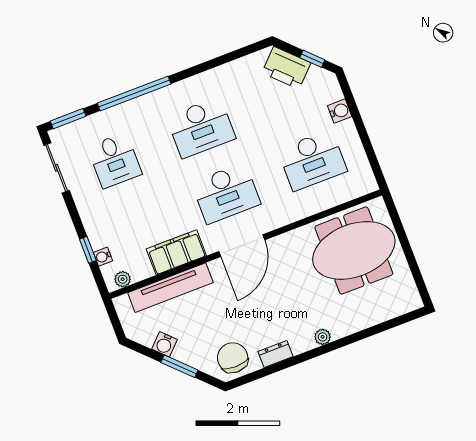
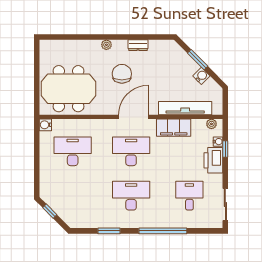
printer: (286, 68) -> (213, 160), moved, turned -135
water cooler: (340, 111) -> (45, 125), moved
window: (68, 119) -> (109, 231), moved
chair: (233, 358) -> (122, 74), moved, turned 180

